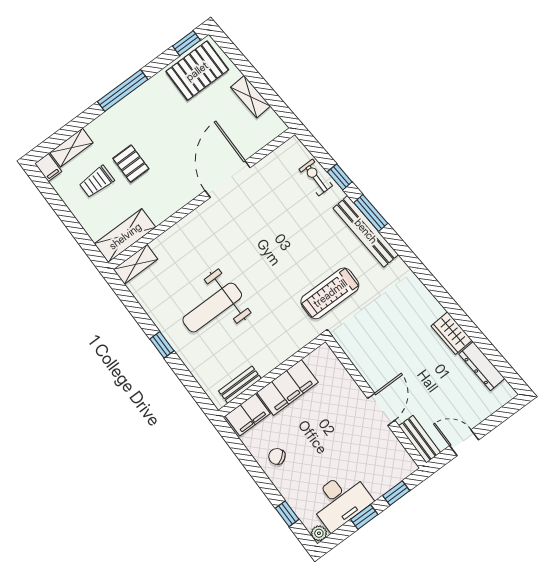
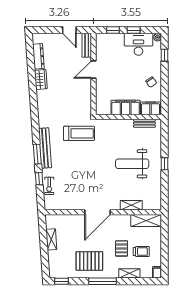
pallet: (197, 71) -> (89, 261), moved
shelving: (71, 148) -> (129, 273), moved
door: (228, 179) -> (98, 212), moved
shelving: (136, 264) -> (131, 205), moved
weight bench: (212, 308) -> (132, 164), turned 180

